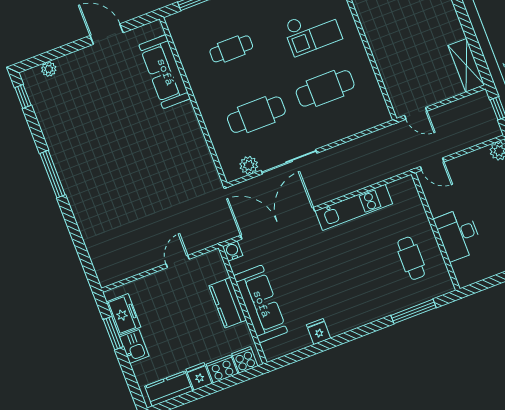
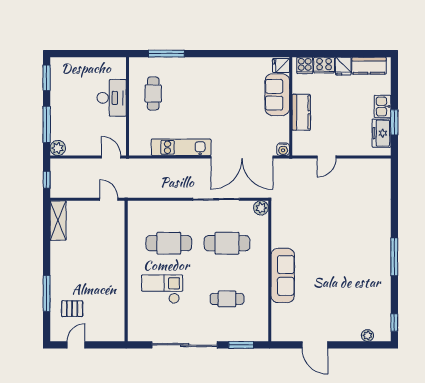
sofa: (165, 72) -> (283, 275), moved
plant: (249, 165) -> (261, 208), moved
sofa: (261, 304) -> (277, 95), width x0.73
fridge: (319, 331) -> (281, 65), moved, turned 90

